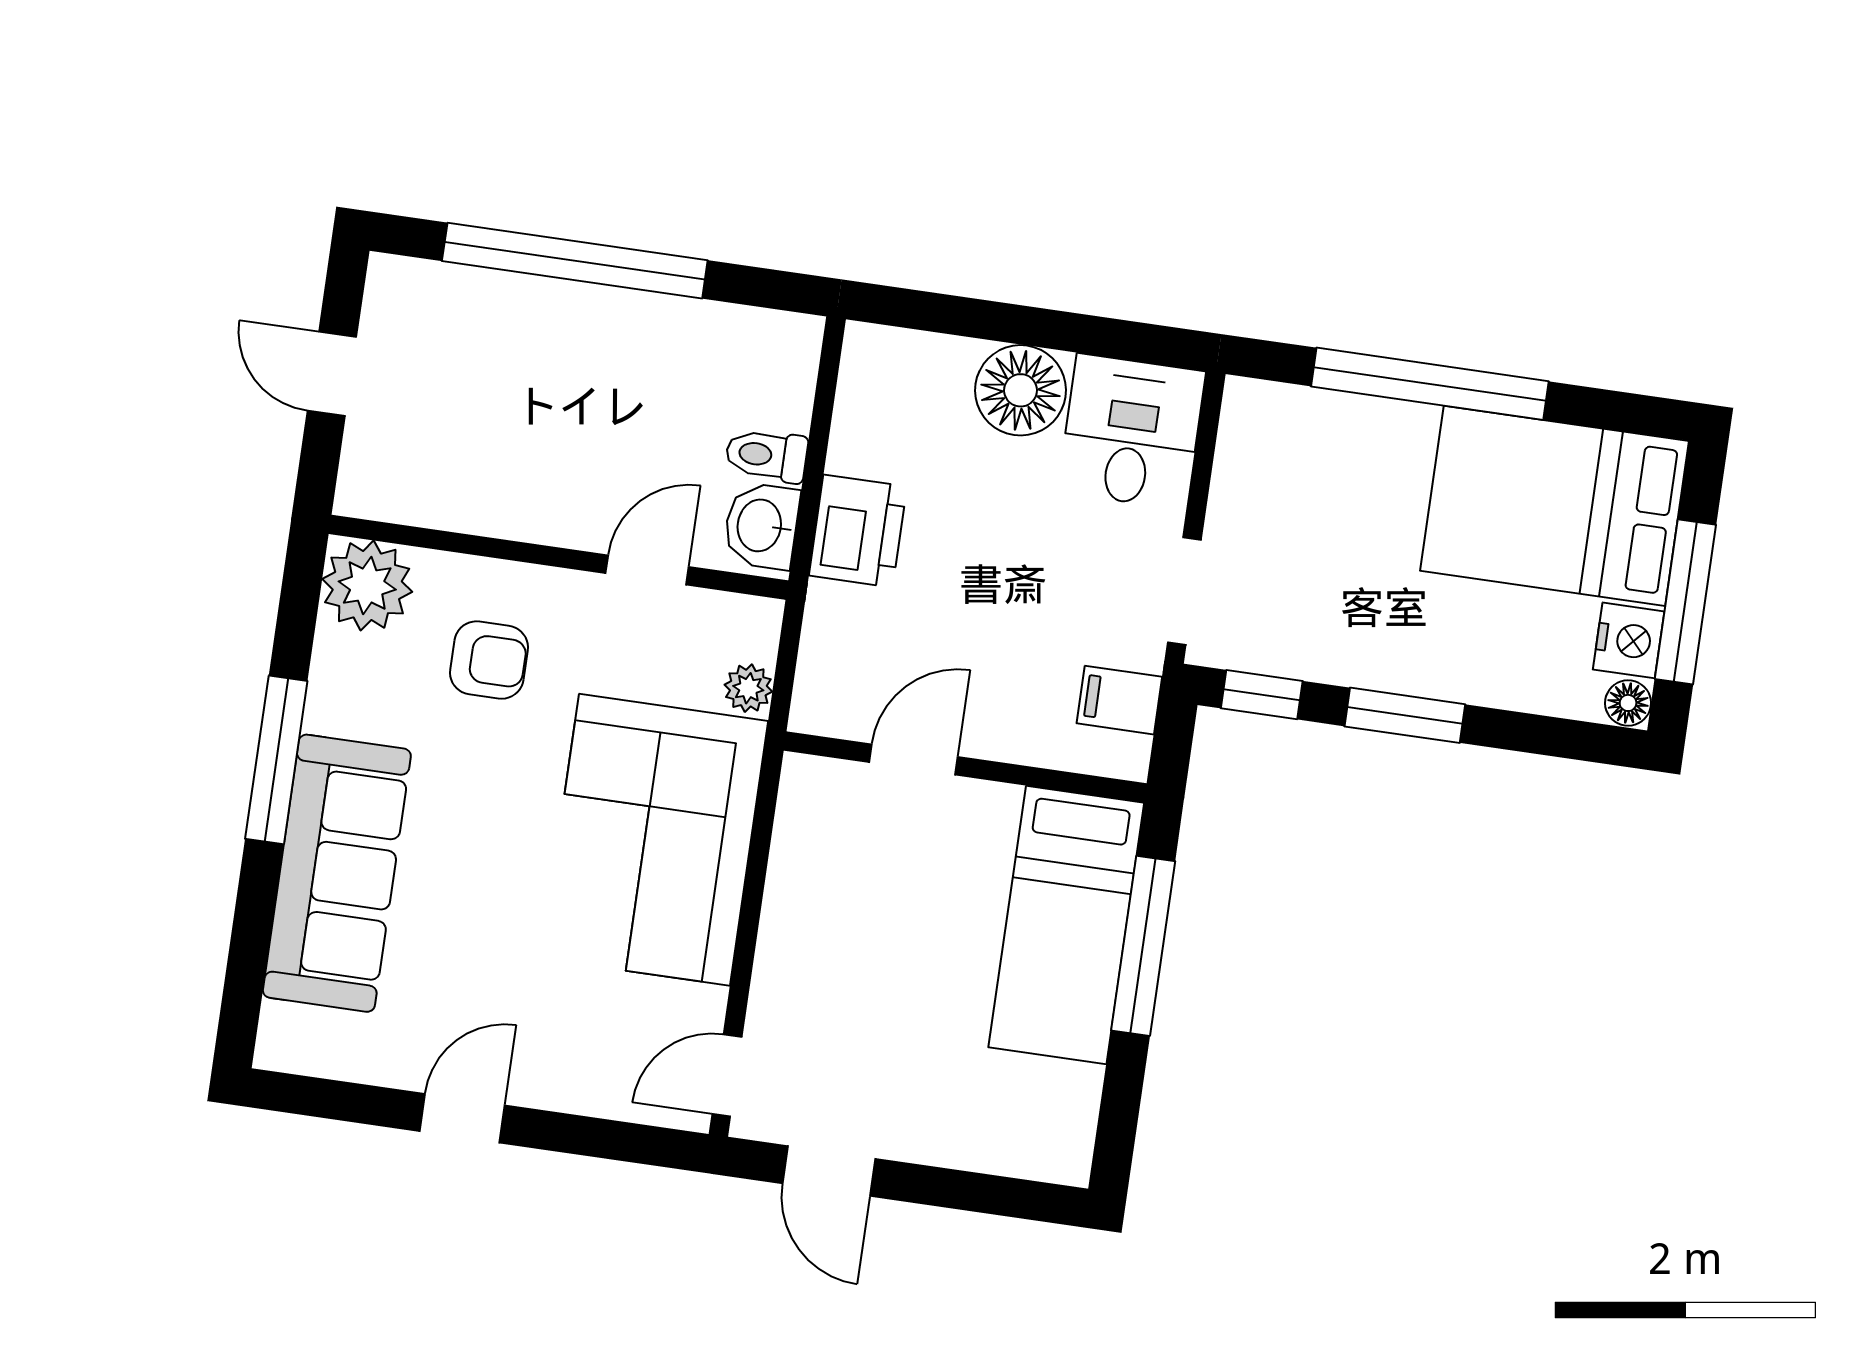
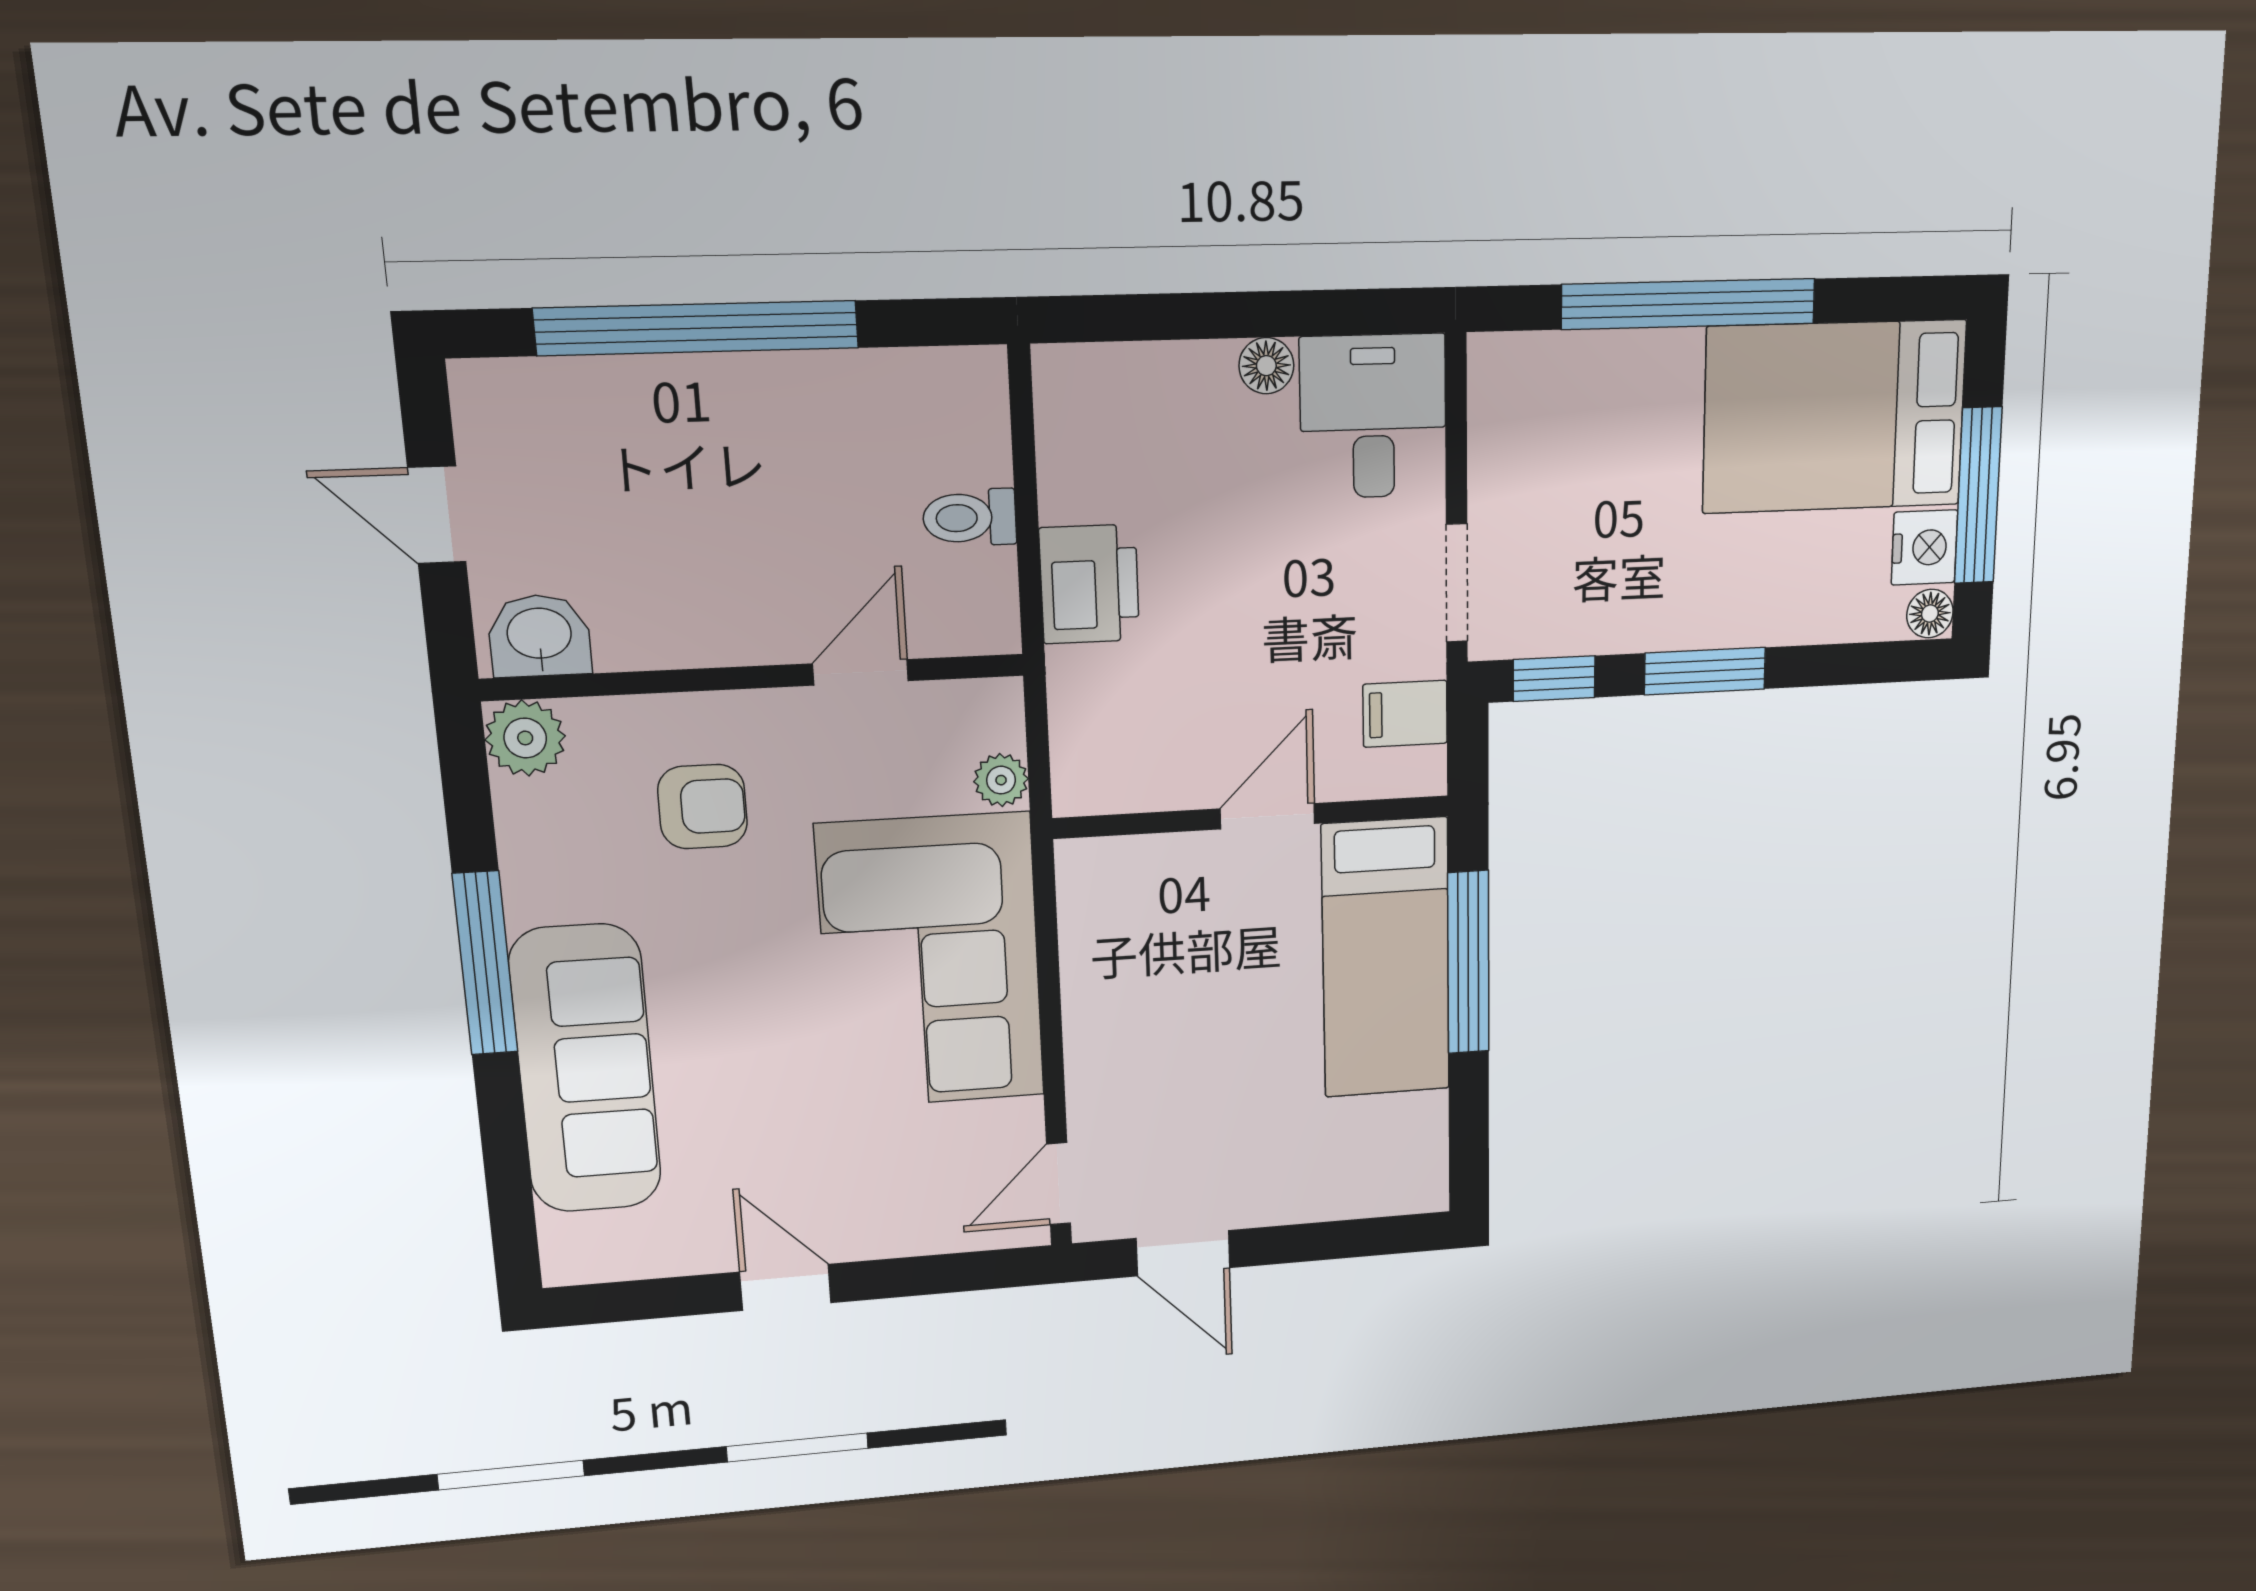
floor lamp: (1021, 390) -> (1266, 366), width x0.53, depth x0.53
washbasin: (761, 526) -> (539, 636), moved, turned 90
plant: (367, 585) -> (525, 738), width x0.73, depth x0.73
door: (913, 759) -> (1268, 816), moved
door: (462, 1118) -> (786, 1287), hinge flipped

